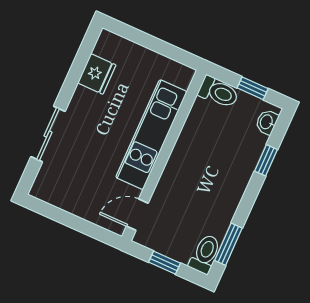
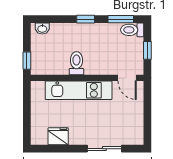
window: (253, 88) -> (27, 61), moved
toilet: (218, 92) -> (76, 63), moved
window: (266, 160) -> (86, 19), moved

